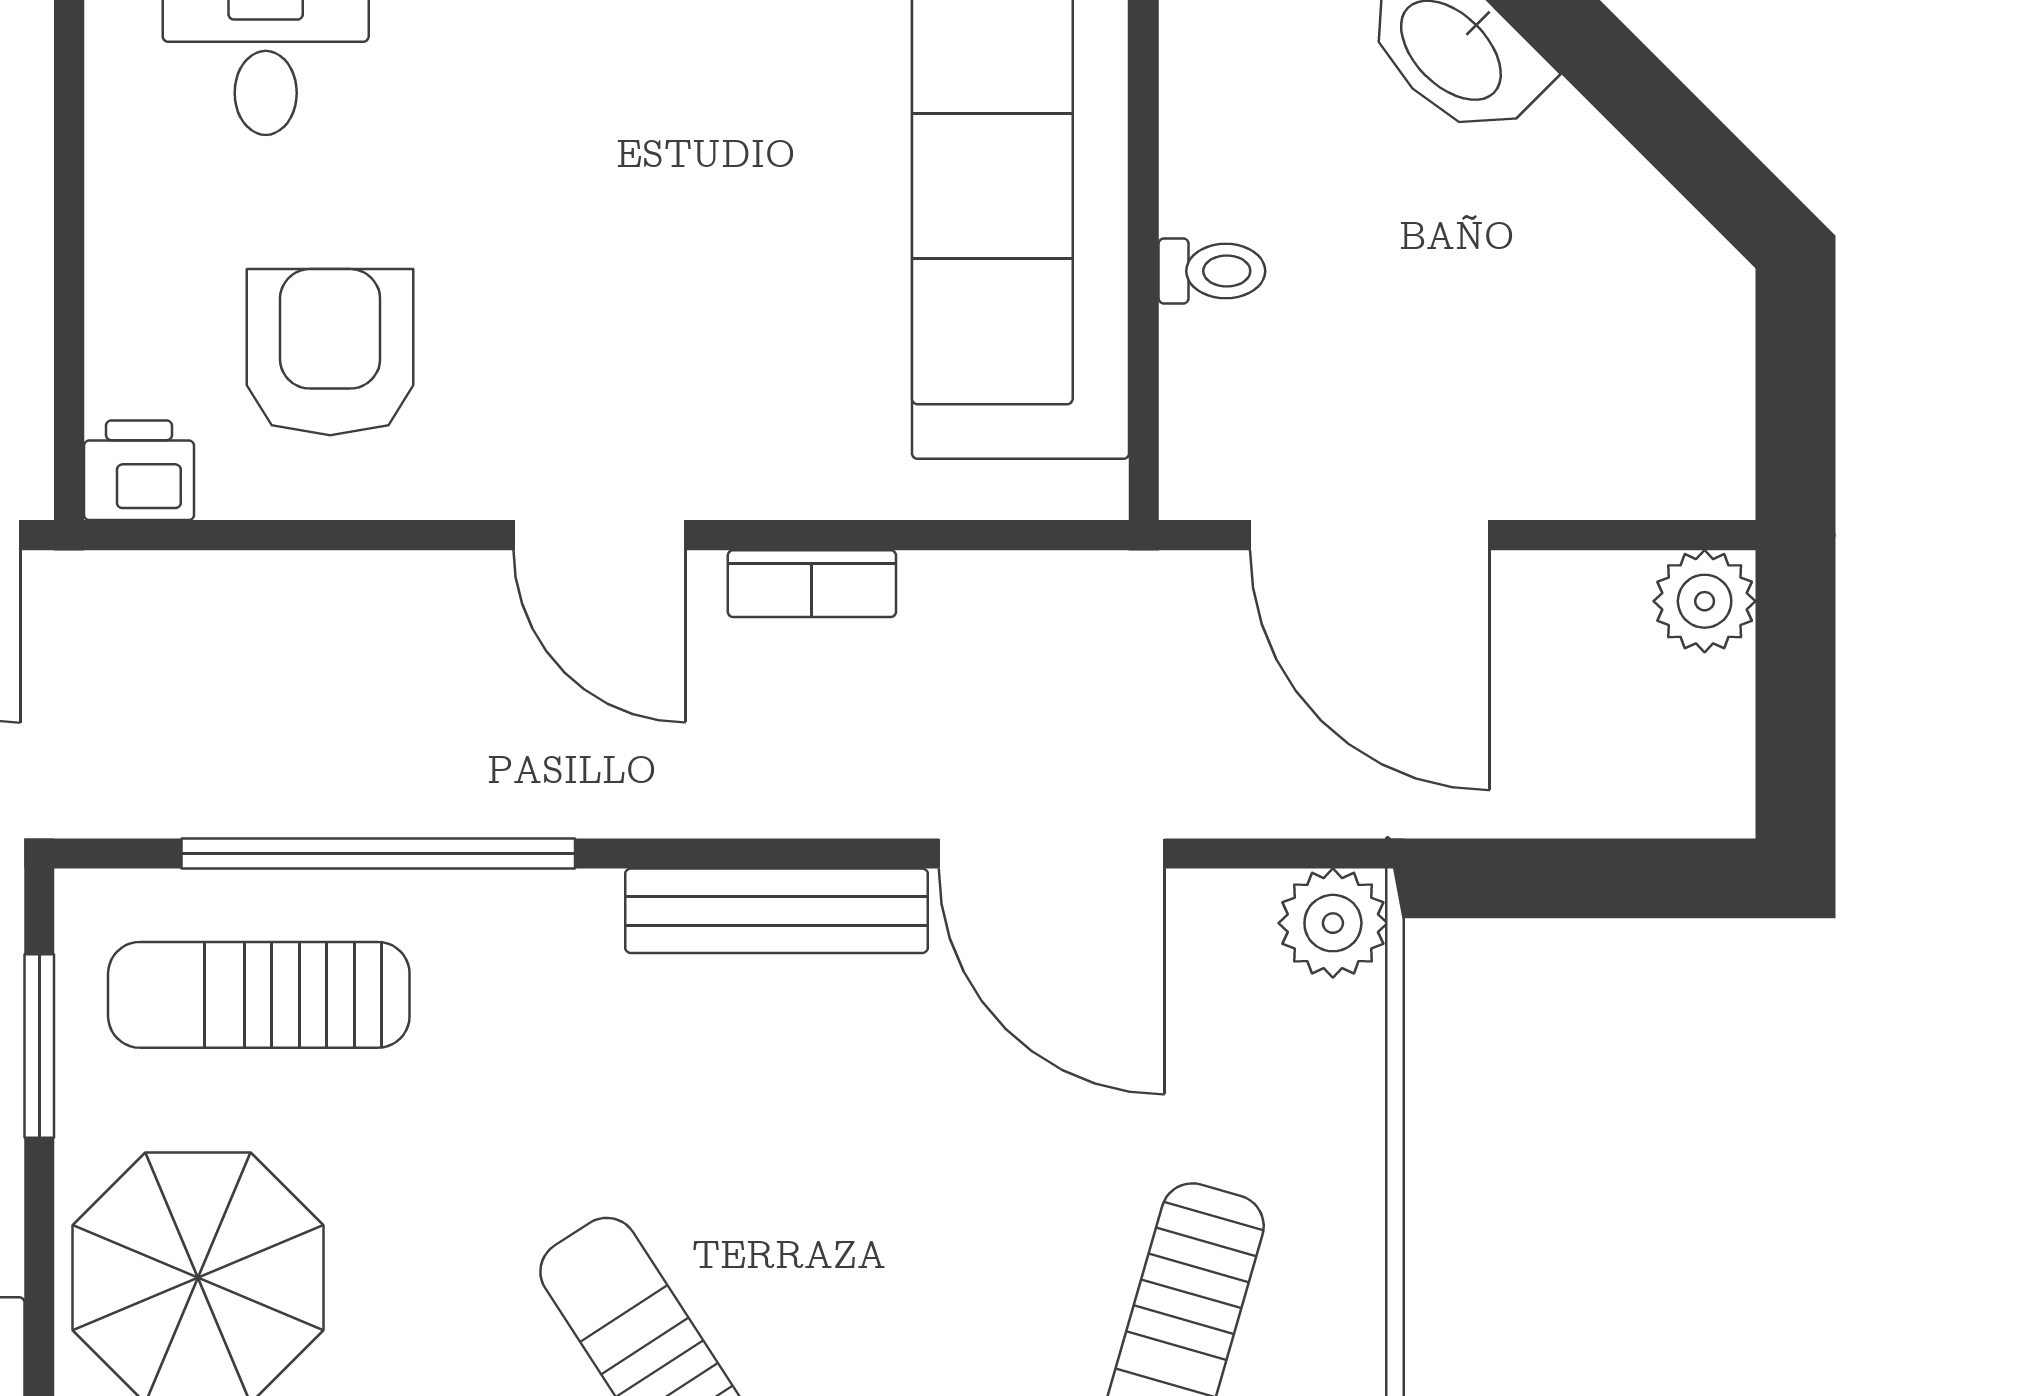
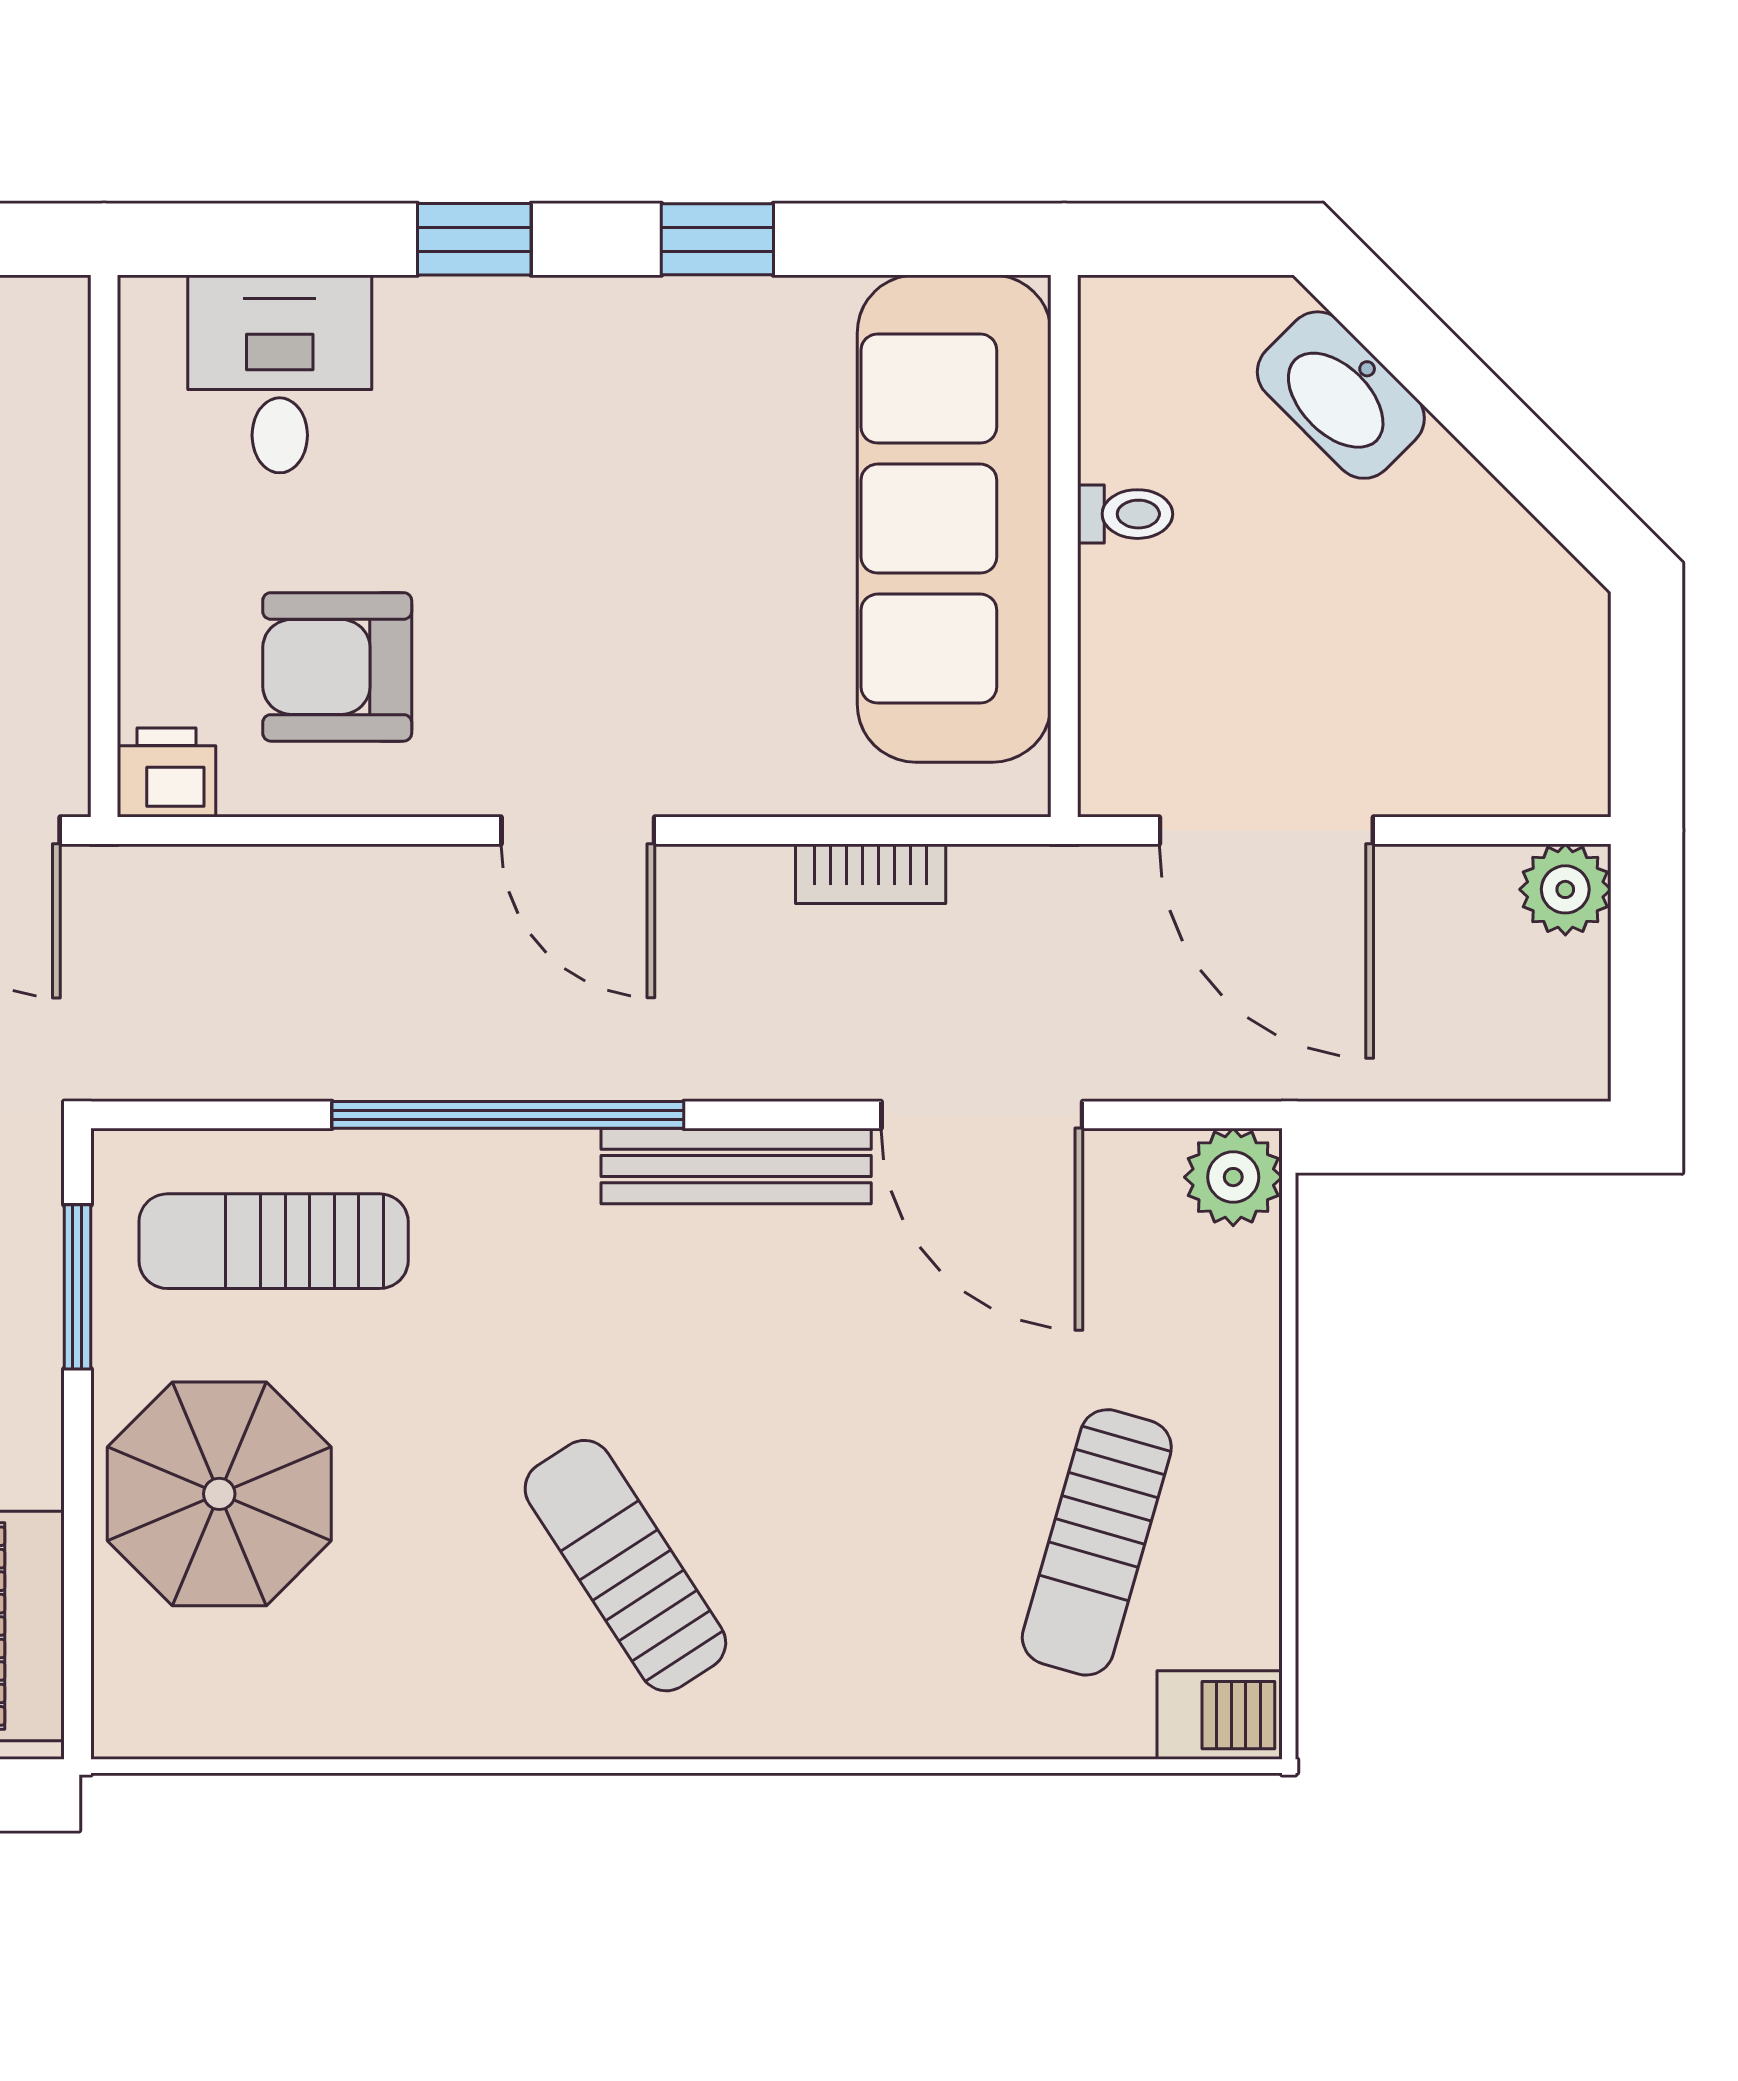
toilet: (1212, 271) -> (1125, 514), moved
armchair: (330, 352) -> (337, 667), turned -90
bookcase: (812, 584) -> (871, 874), moved
window: (378, 854) -> (508, 1115), moved

